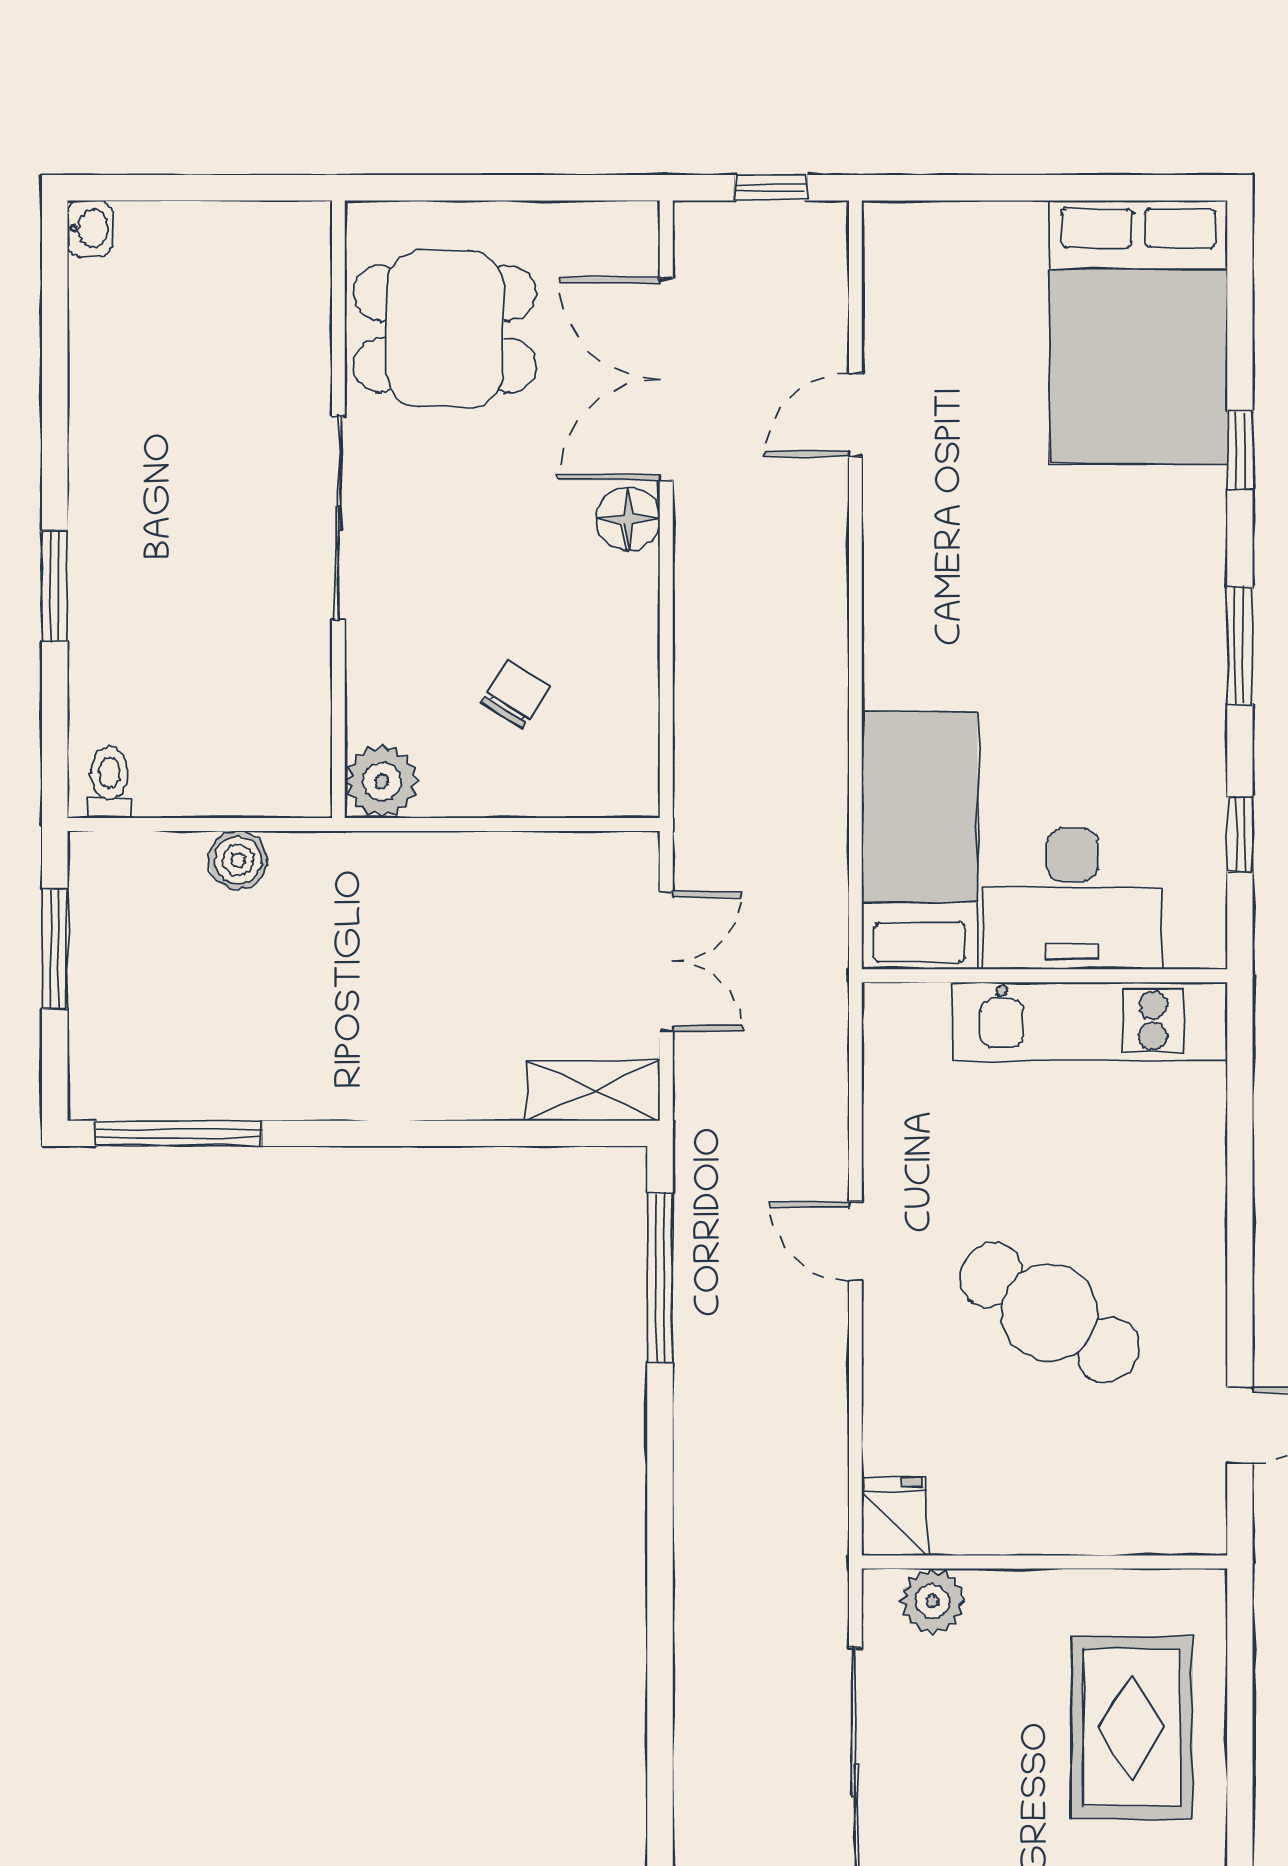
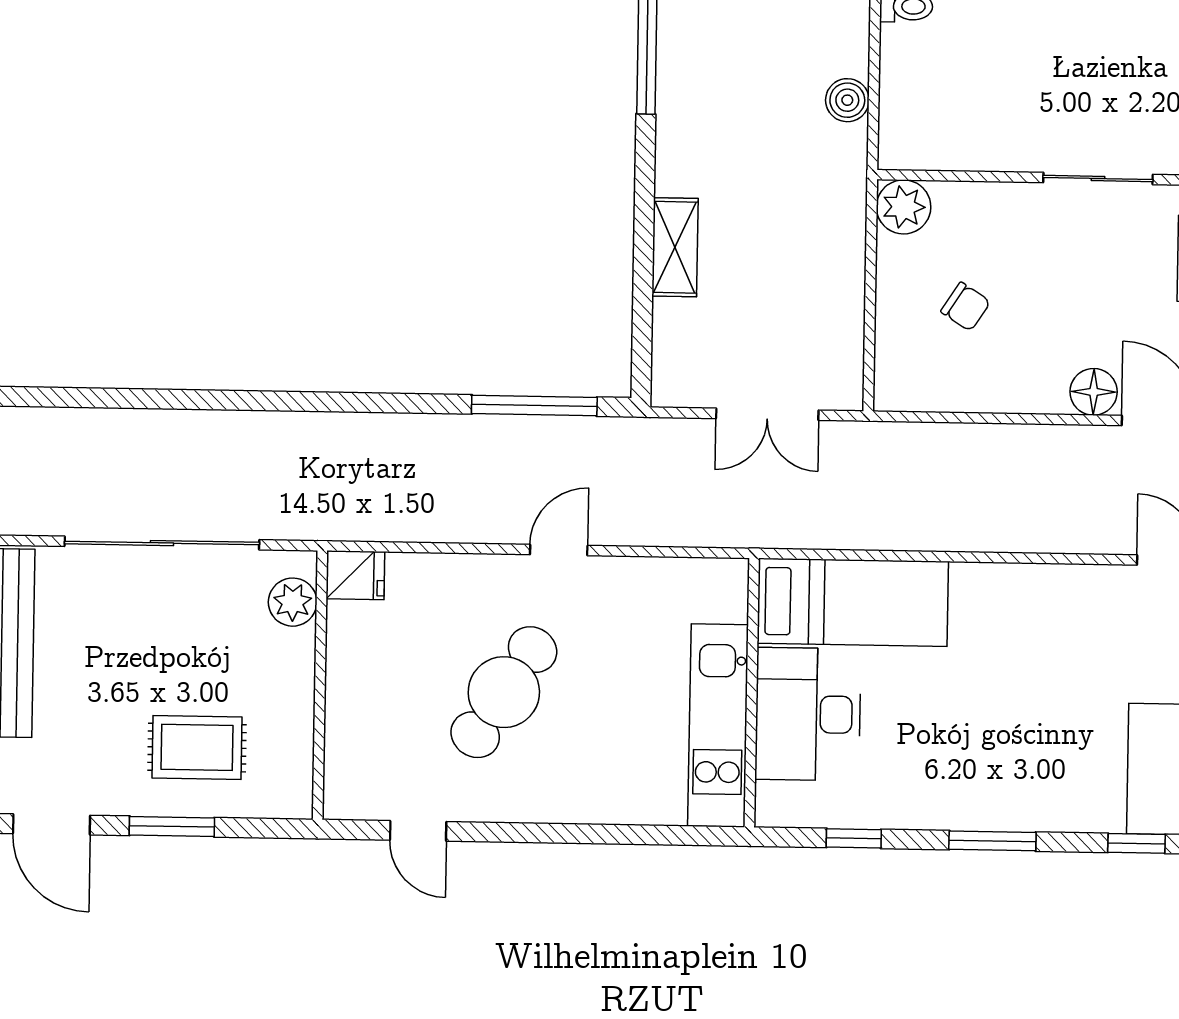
sliding door: (338, 518) -> (1098, 179), width x0.73
shelving: (593, 1091) -> (675, 247), moved
rug: (1132, 1728) -> (197, 747), width x0.73, depth x0.70
window: (1240, 1760) -> (172, 827), added

